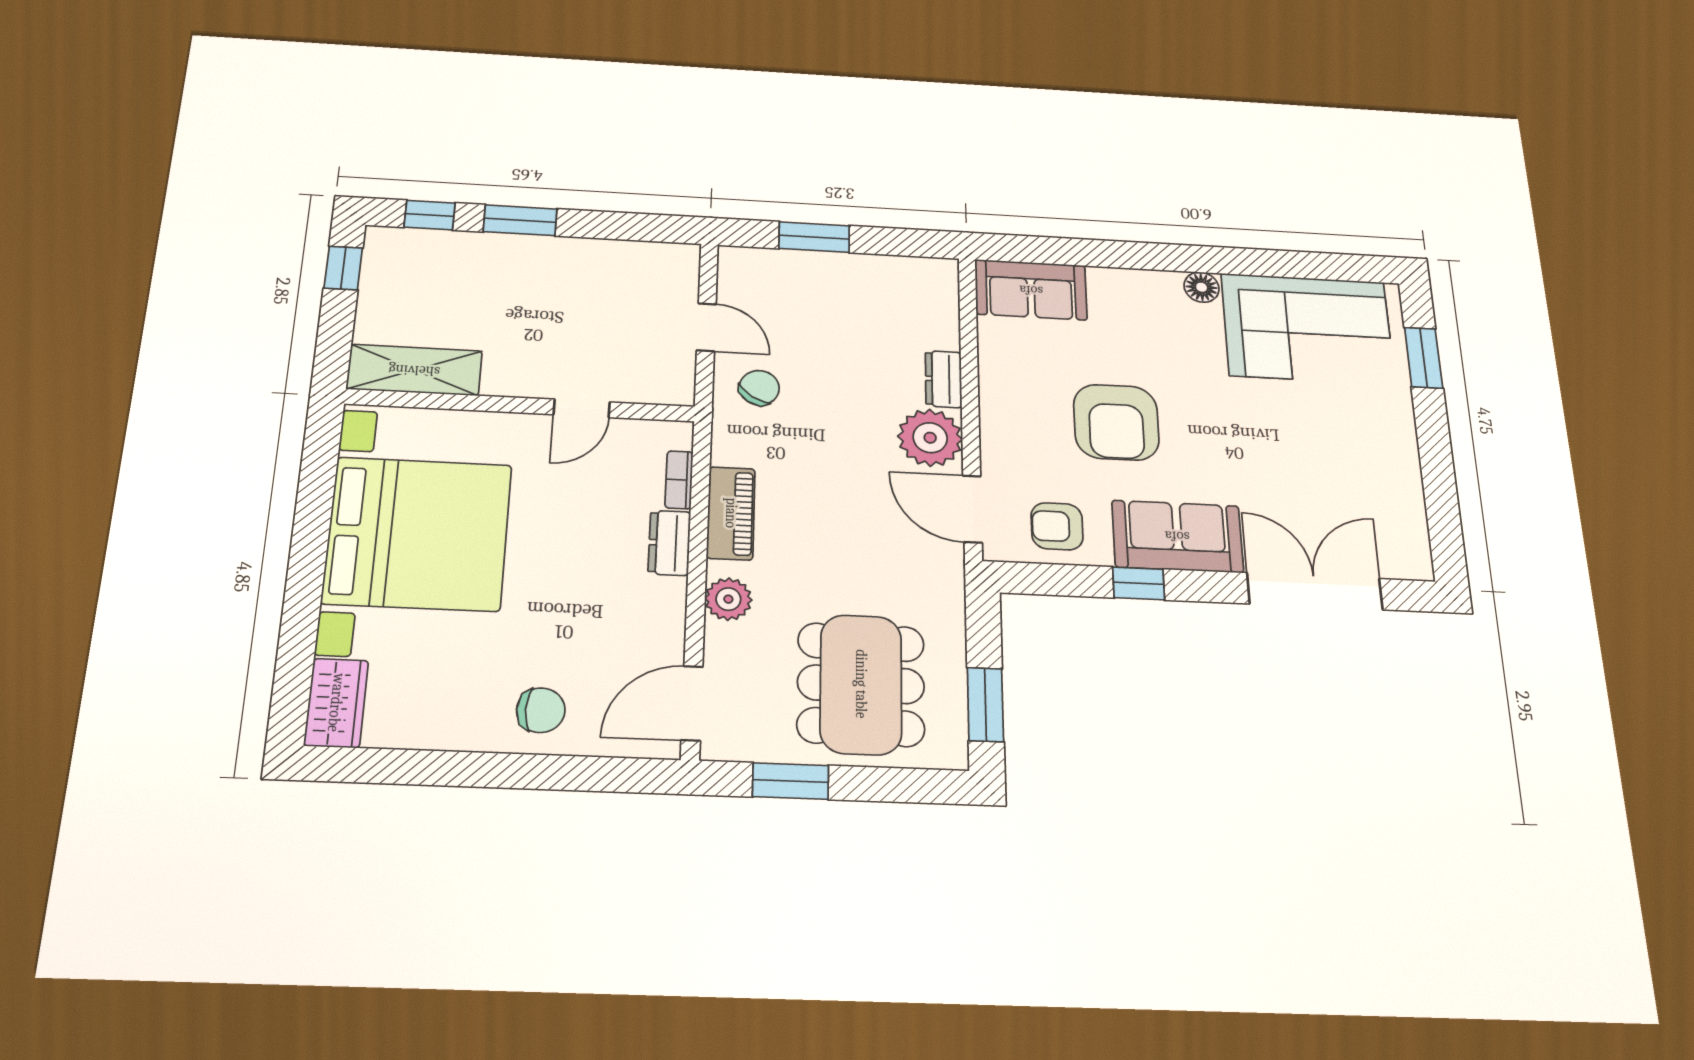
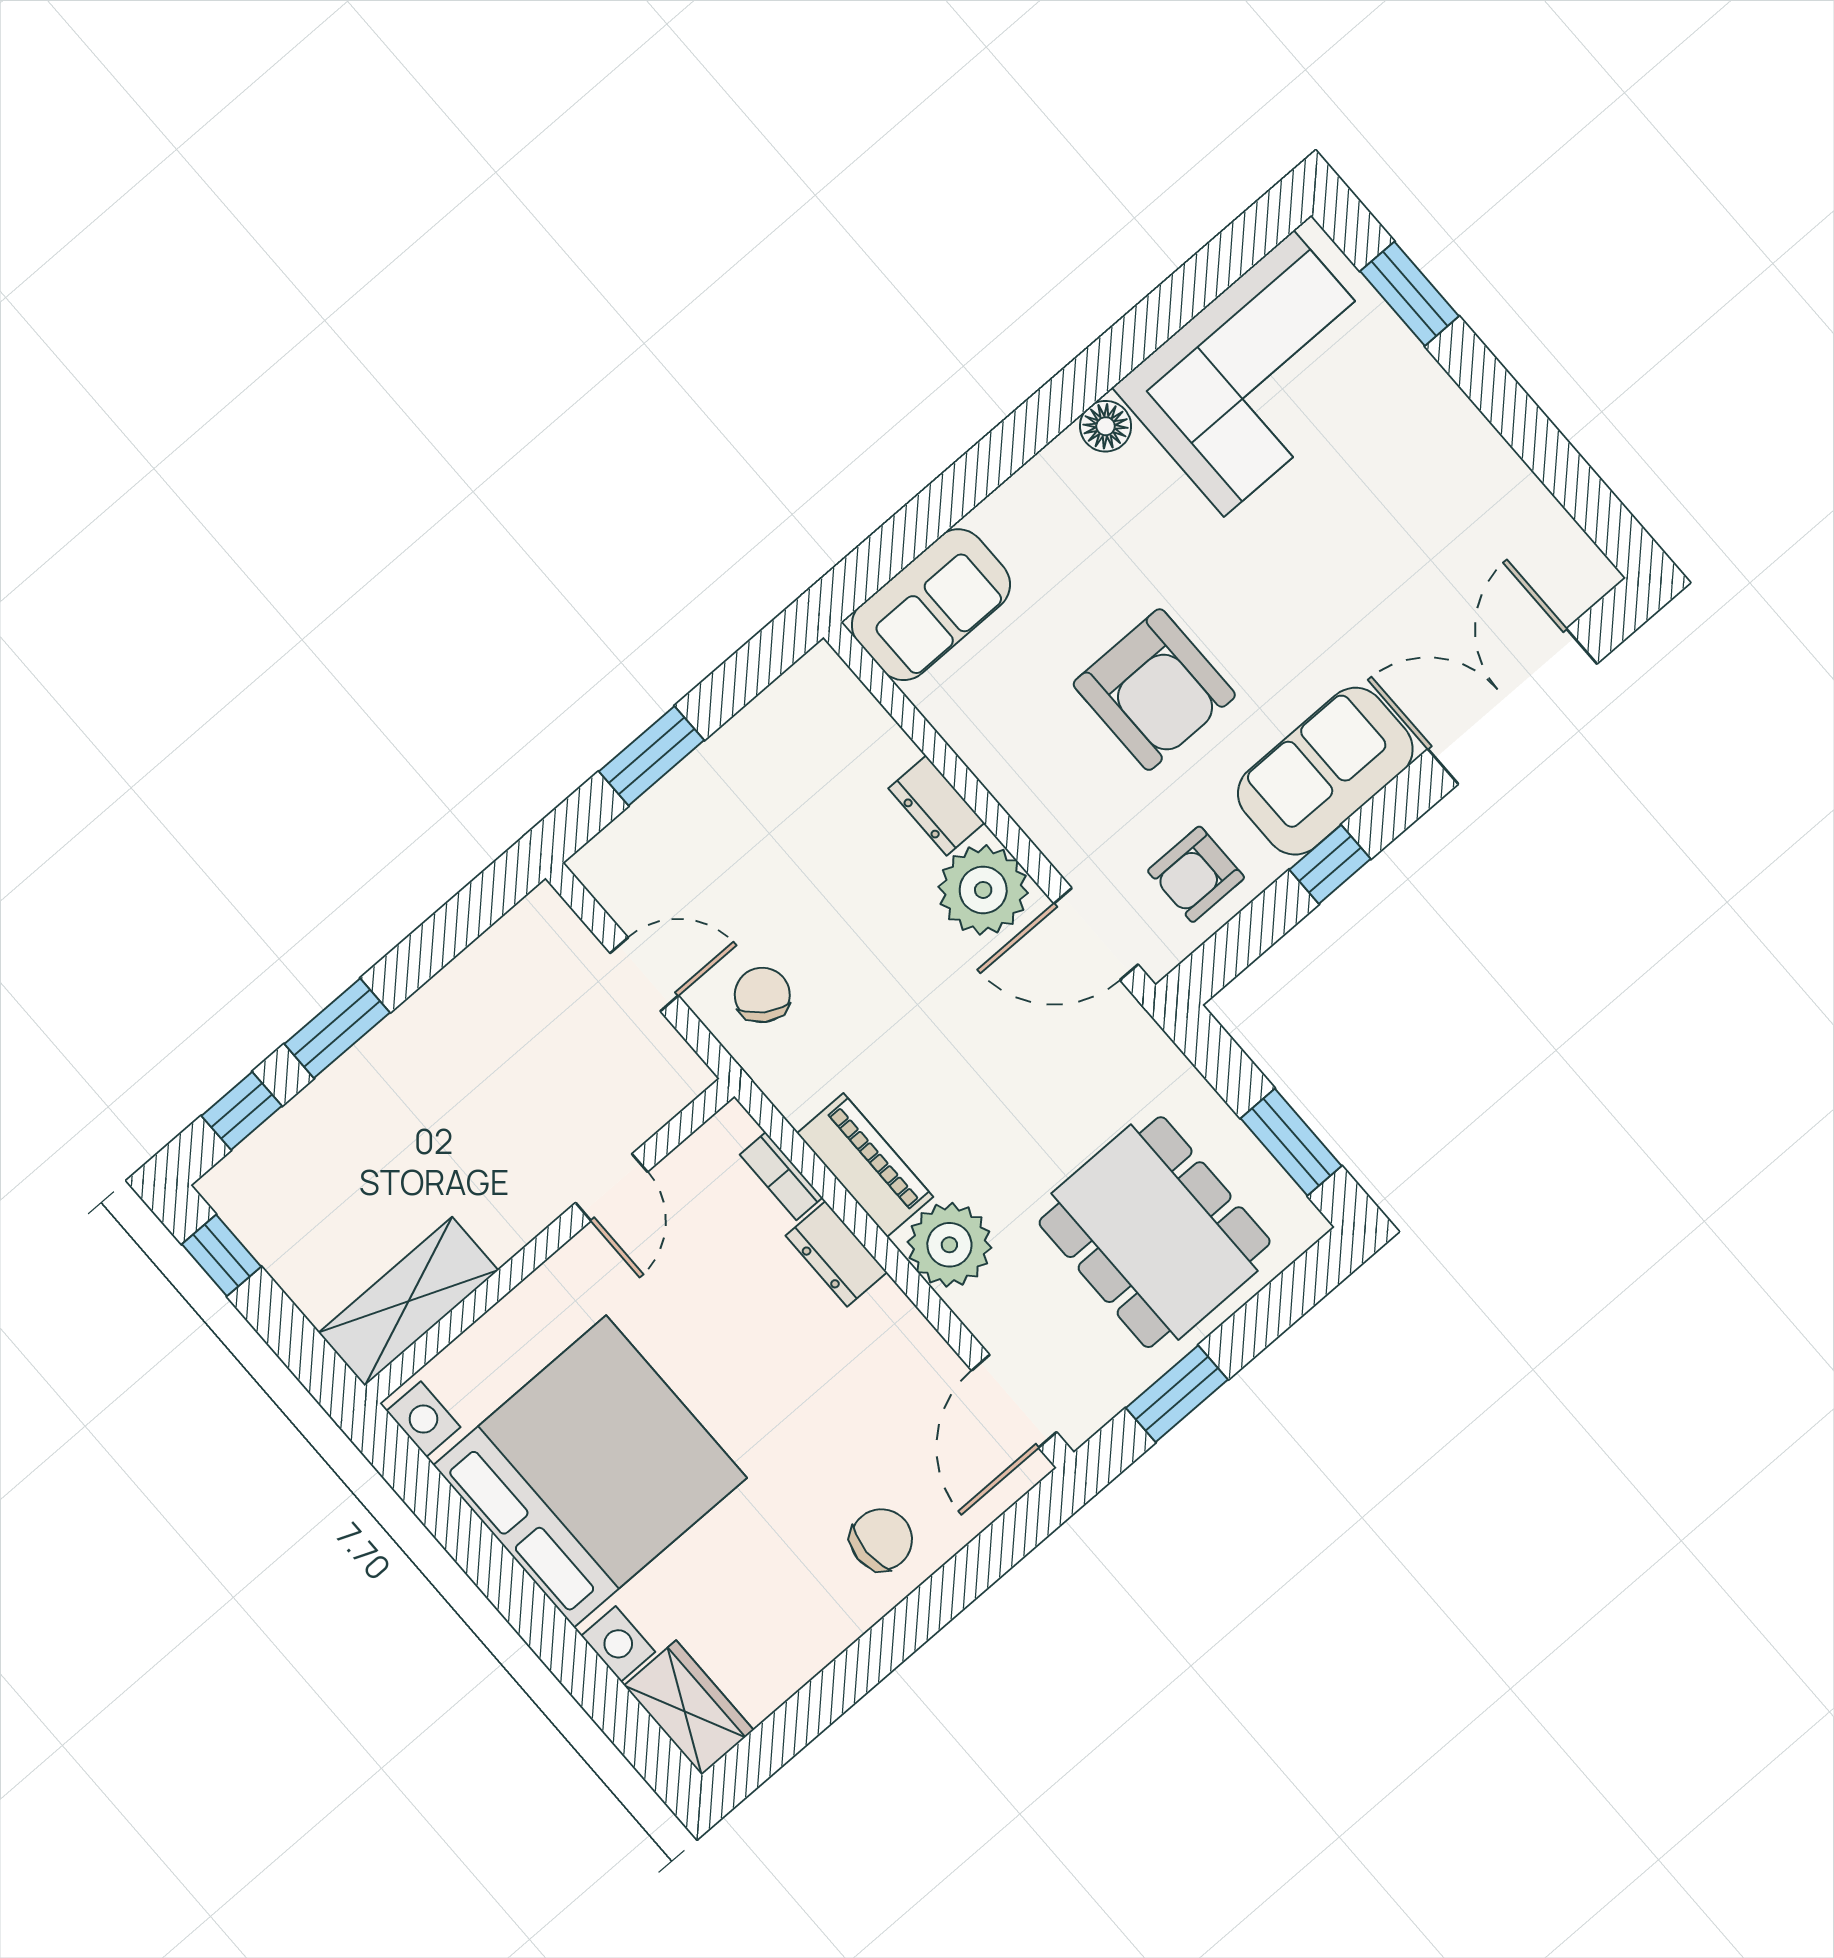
plant: (728, 599) -> (949, 1245), width x1.36, depth x1.36

